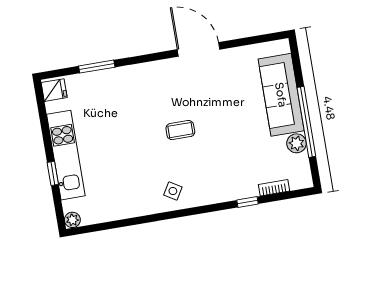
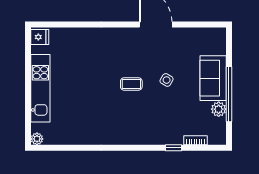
window: (97, 67) -> (76, 25), removed
sofa: (281, 95) -> (213, 78), width x0.73
window: (53, 173) -> (28, 101), removed
side table: (173, 191) -> (167, 80), moved

